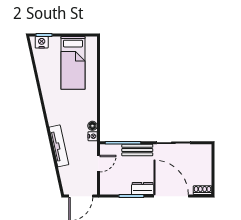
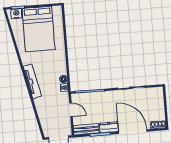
bed: (73, 63) -> (39, 29), width x1.50
tv unit: (59, 146) -> (32, 81), moved
bench: (137, 150) -> (86, 129), moved
door: (98, 164) -> (71, 110), hinge flipped

